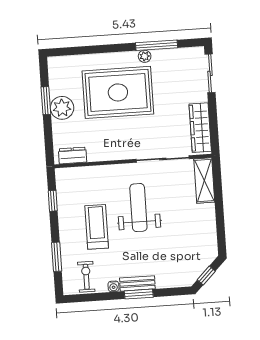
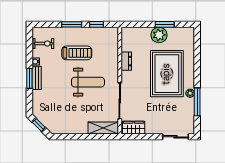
wardrobe: (200, 128) -> (134, 128), width x0.67
dresser: (73, 156) -> (126, 61), moved
window: (57, 257) -> (72, 24), moved

